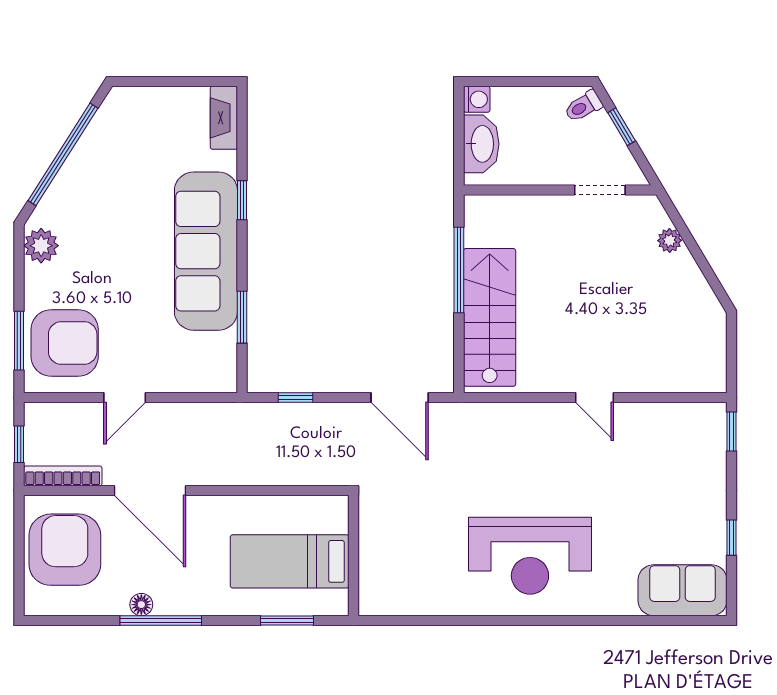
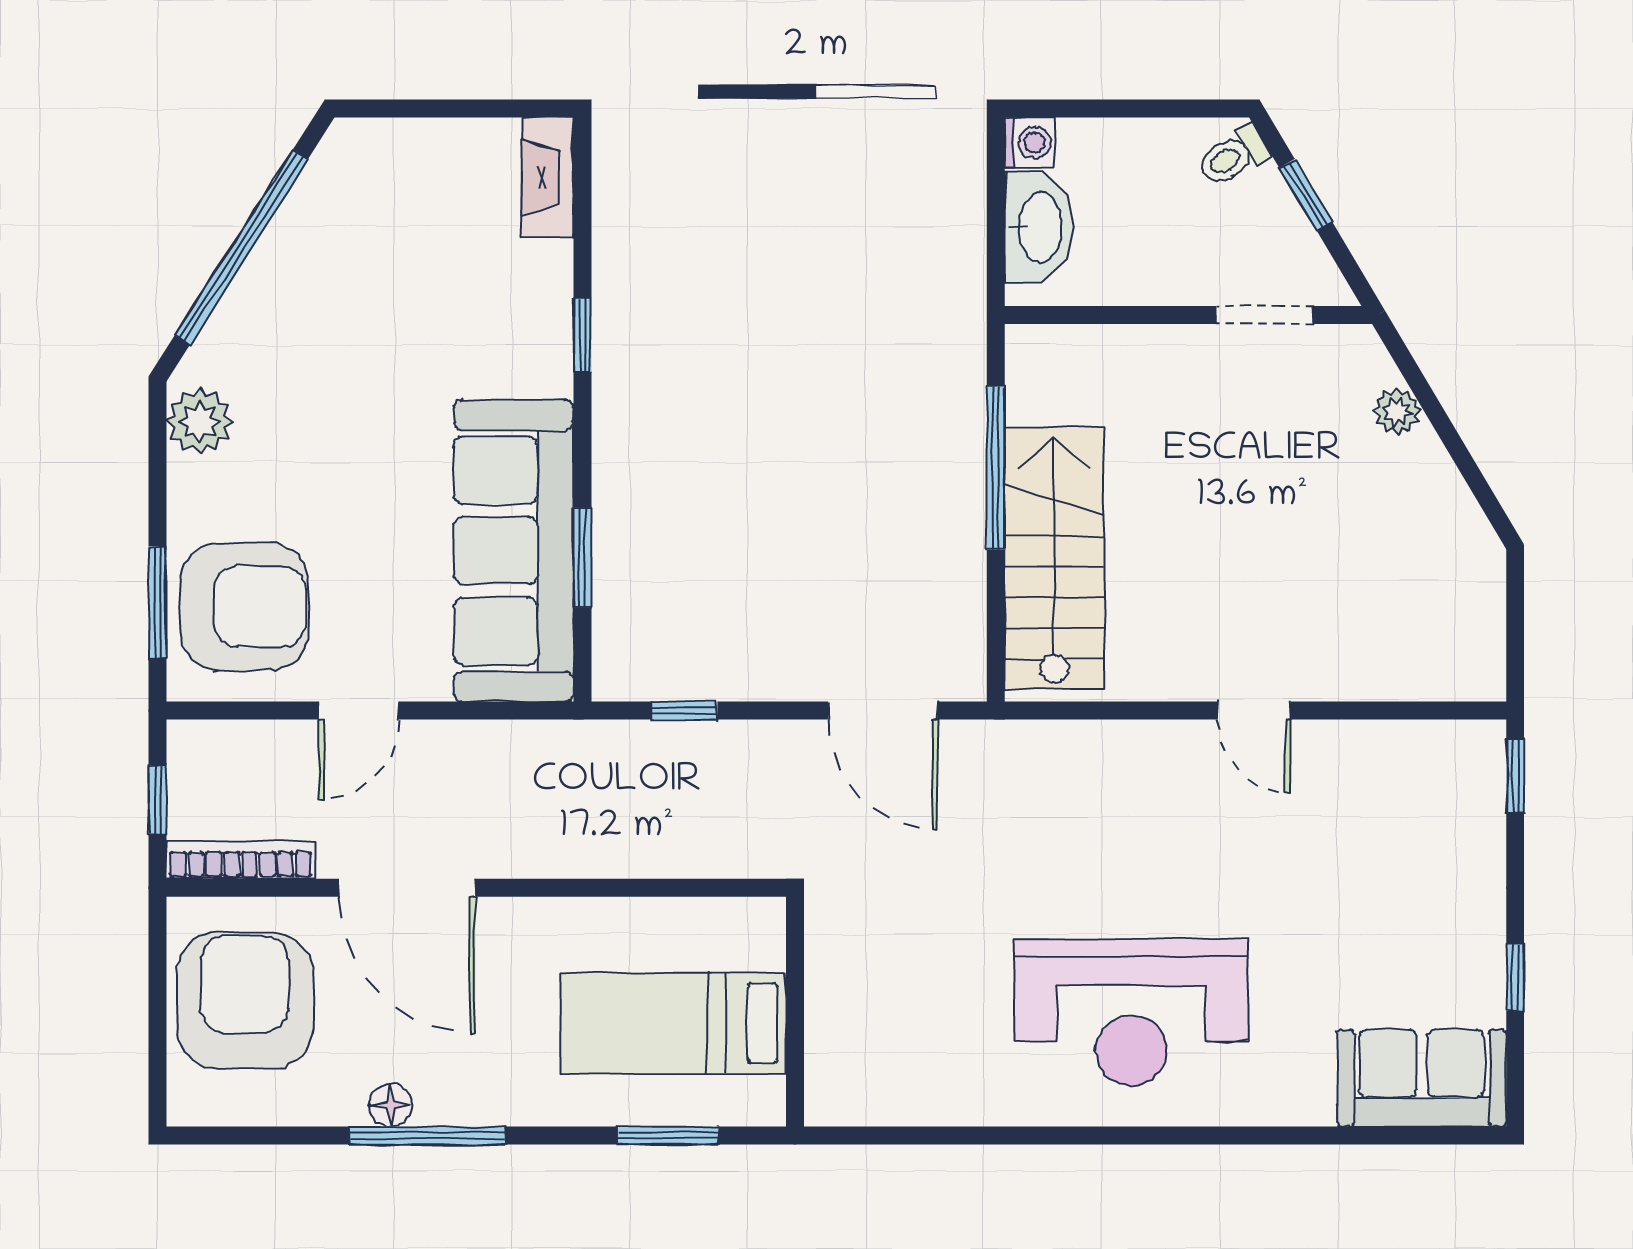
sofa: (206, 251) -> (514, 551), moved

